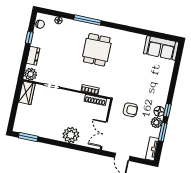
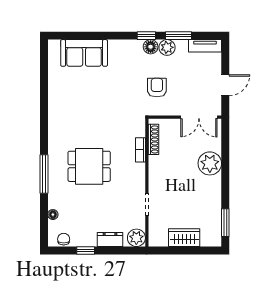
sofa: (161, 48) -> (84, 53), moved, turned 90
dining table: (97, 50) -> (89, 166), moved
wardrobe: (27, 93) -> (184, 238), moved

